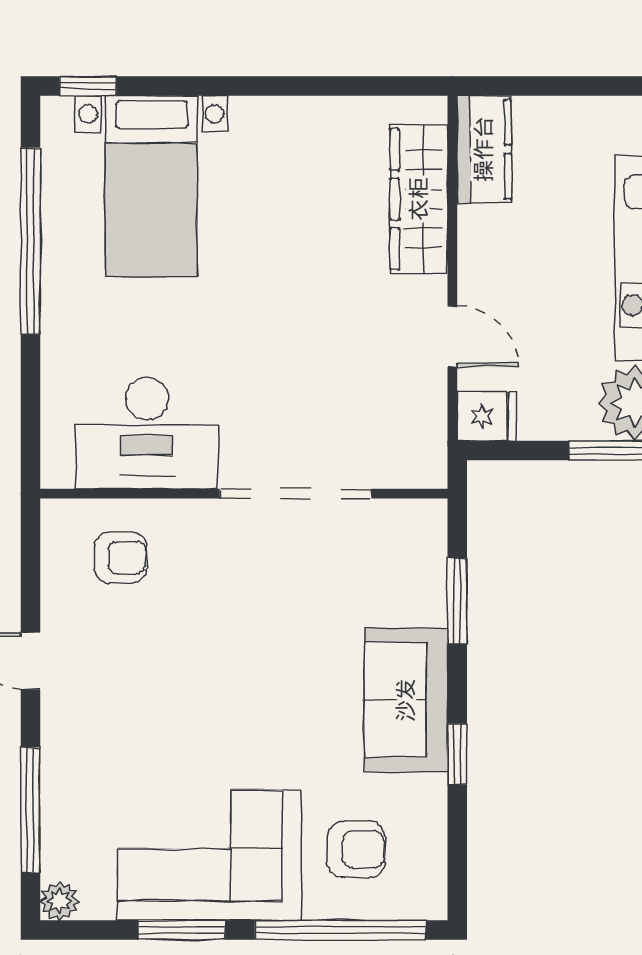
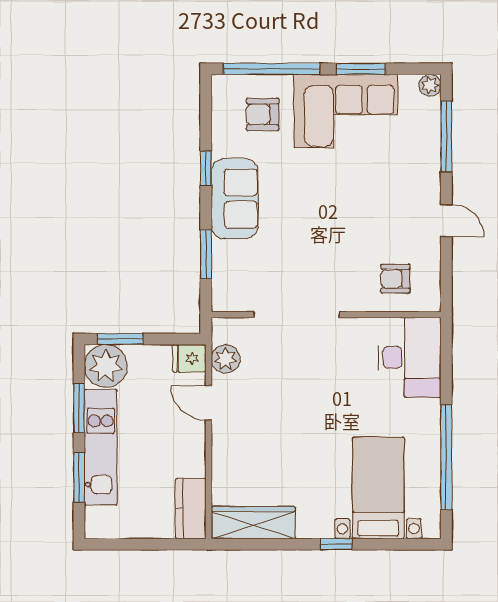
window: (88, 86) -> (336, 544), moved
wardrobe: (419, 199) -> (253, 523), moved, turned -90
plant: (422, 415) -> (226, 359), added
desk: (147, 433) -> (410, 357), moved, turned 90

